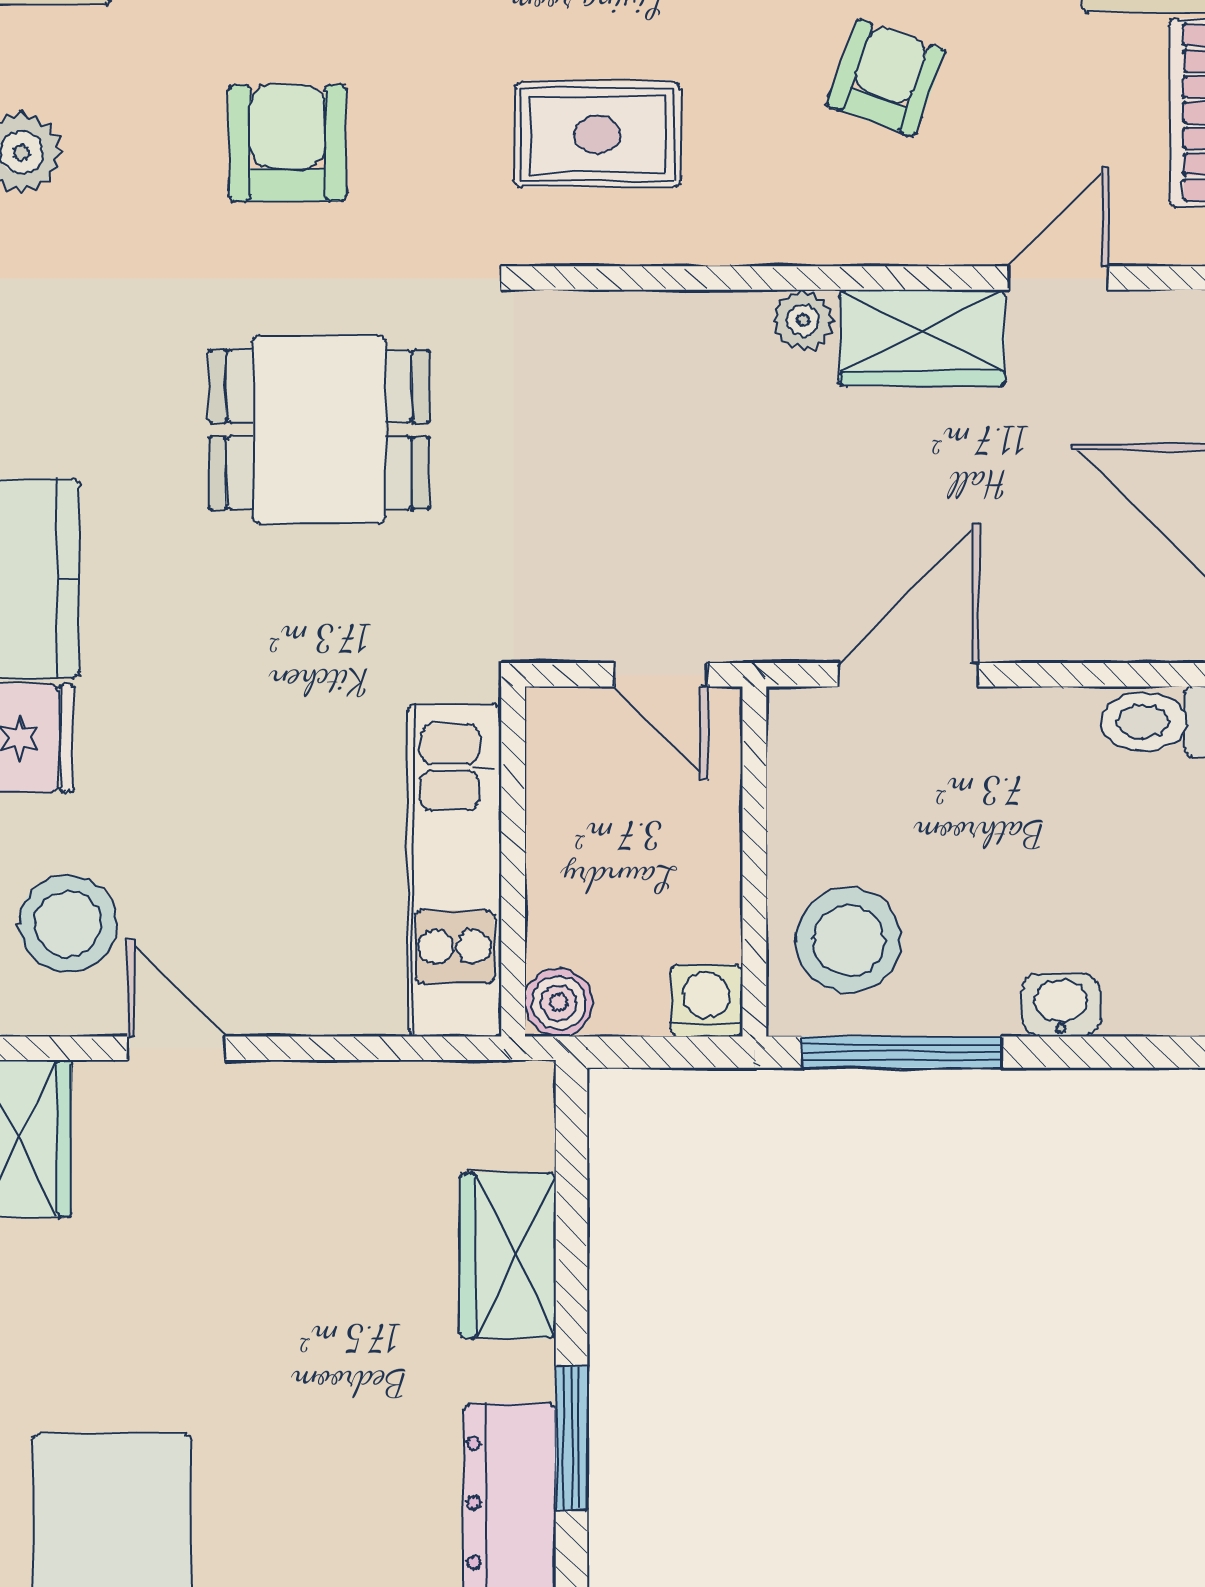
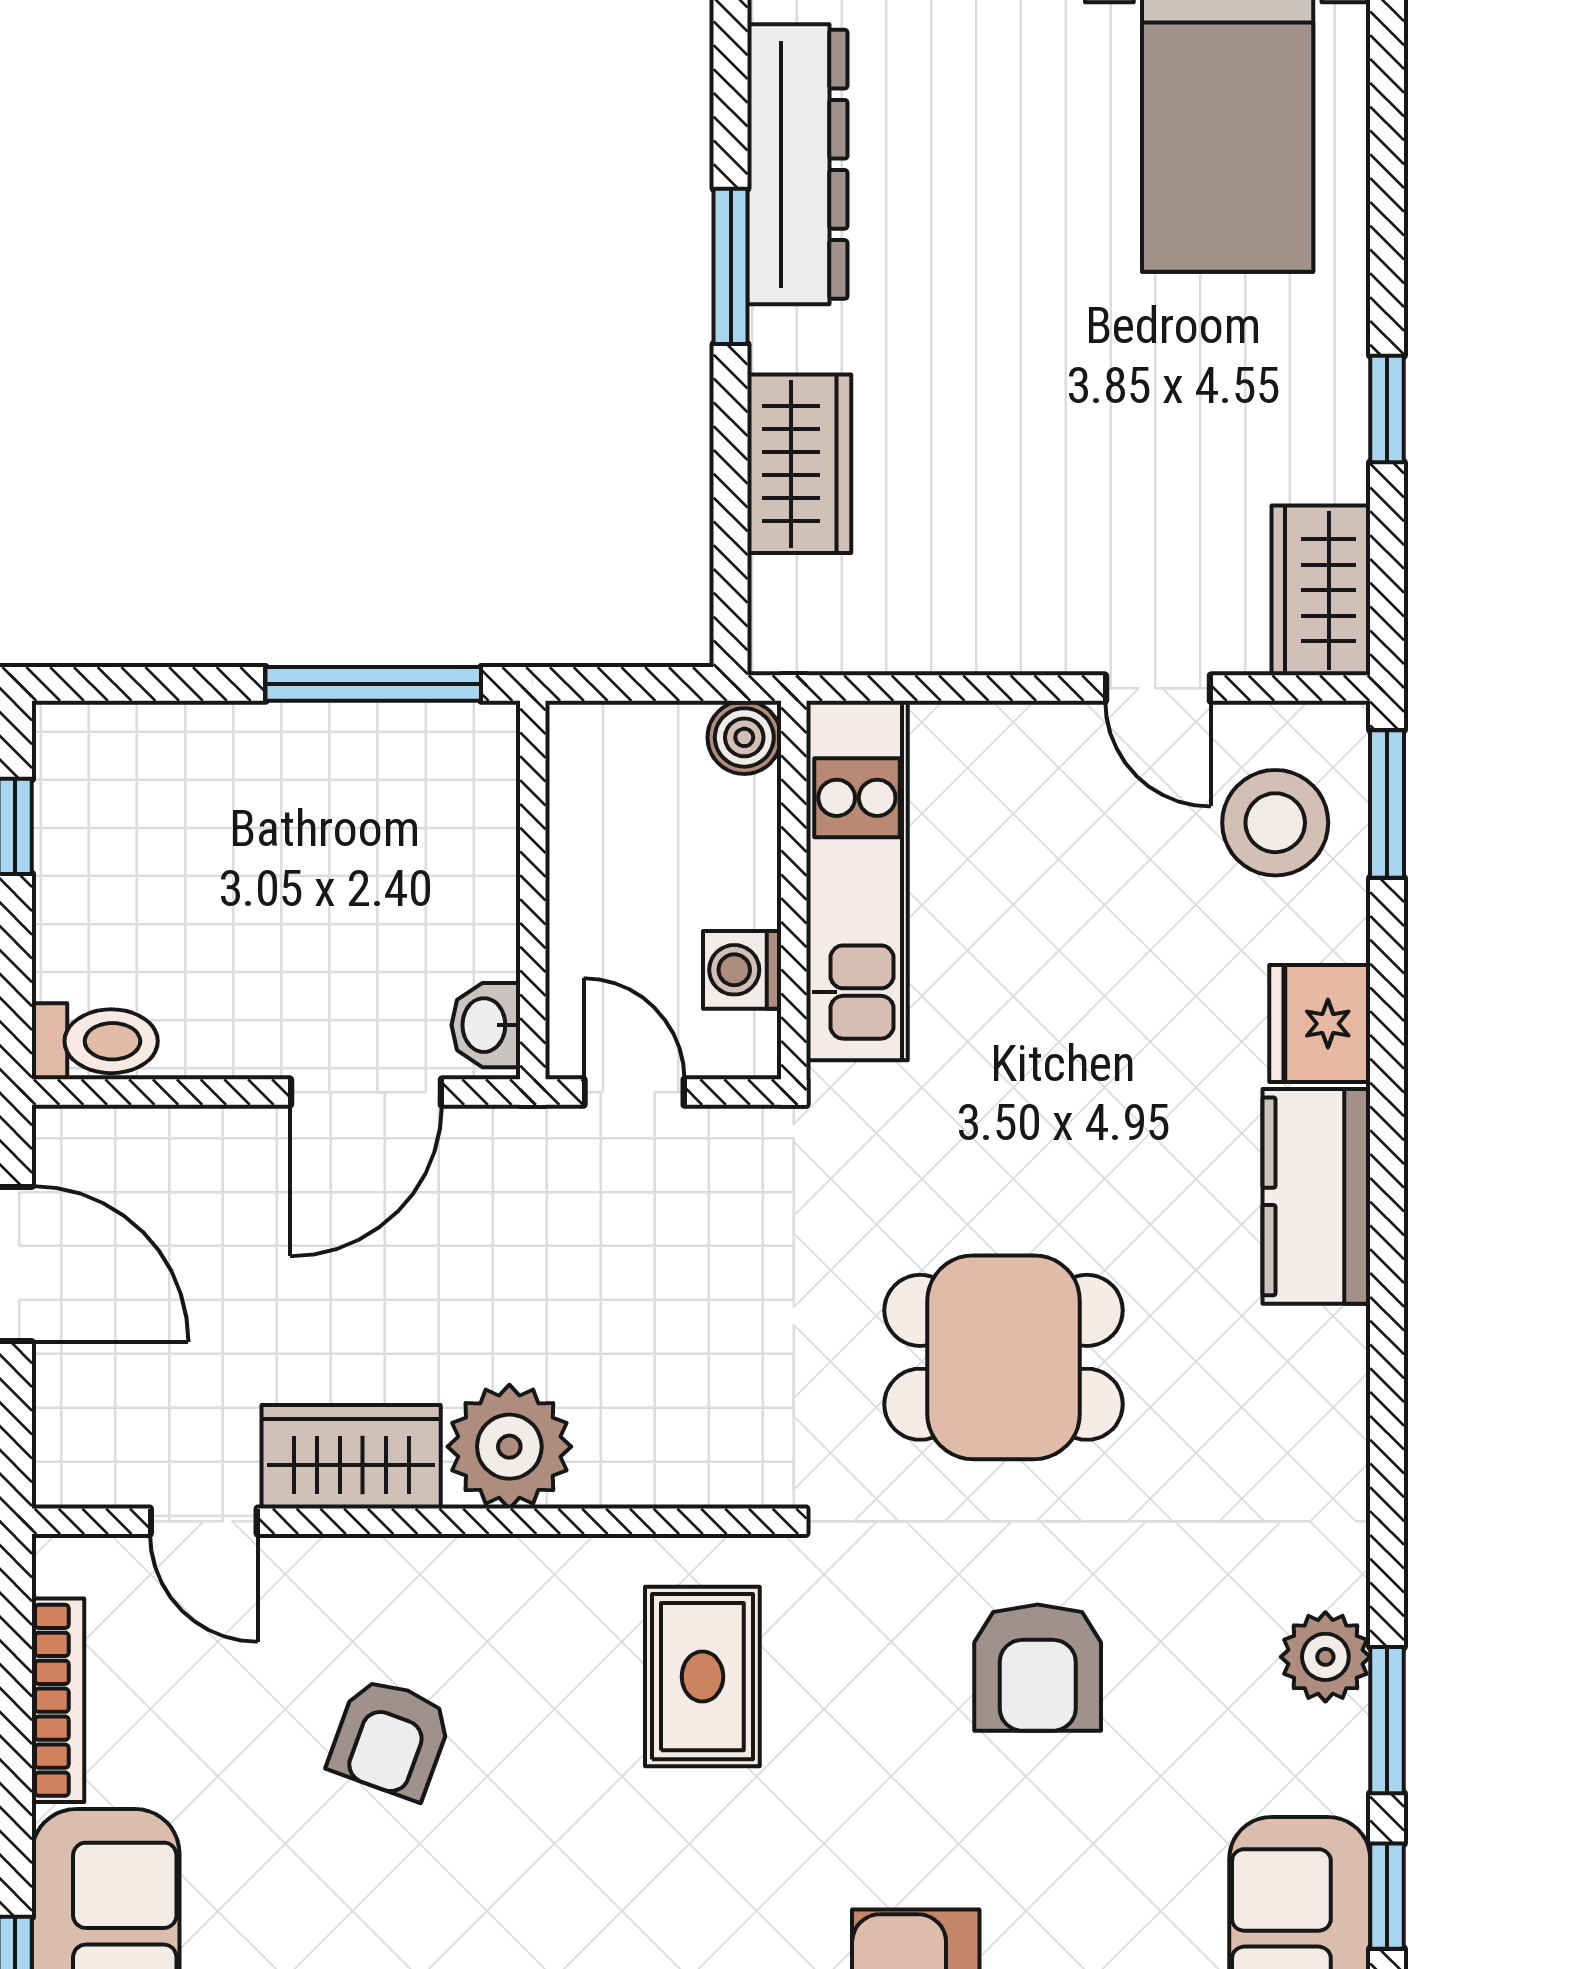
rug: (598, 134) -> (702, 1677), turned 90
door: (1059, 278) -> (204, 1521), hinge flipped
plant: (803, 320) -> (509, 1447), width x1.88, depth x1.88
stool: (849, 940) -> (431, 805), removed
washing machine: (707, 1001) -> (742, 970), moved, turned 90
washbasin: (1061, 1005) -> (486, 1025), moved, turned 90

